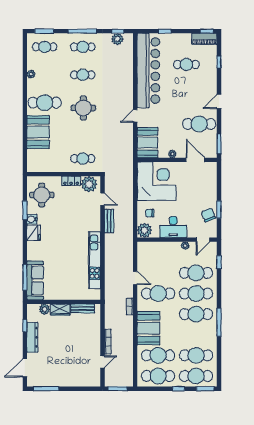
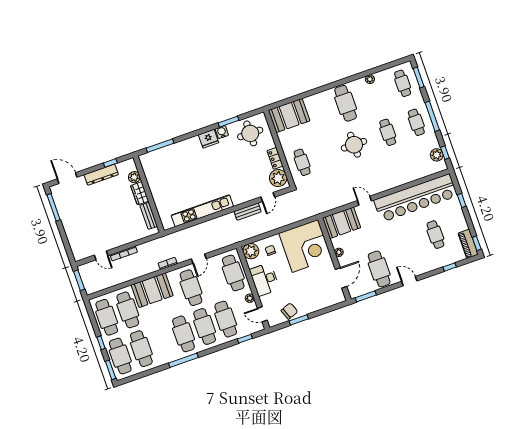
booth: (38, 132) -> (289, 116), moved
cafe table: (158, 252) -> (233, 273), added
sofa: (35, 280) -> (160, 157), removed

